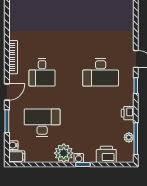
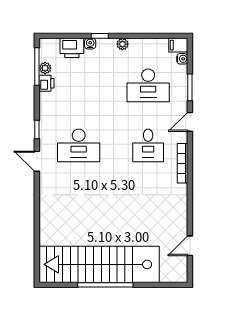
desk: (42, 72) -> (148, 145), turned 180
desk: (101, 72) -> (79, 145), turned 180
printer: (128, 113) -> (46, 83), moved
plant: (64, 153) -> (122, 44), width x0.53, depth x0.53
water cooler: (79, 158) -> (90, 44), moved

